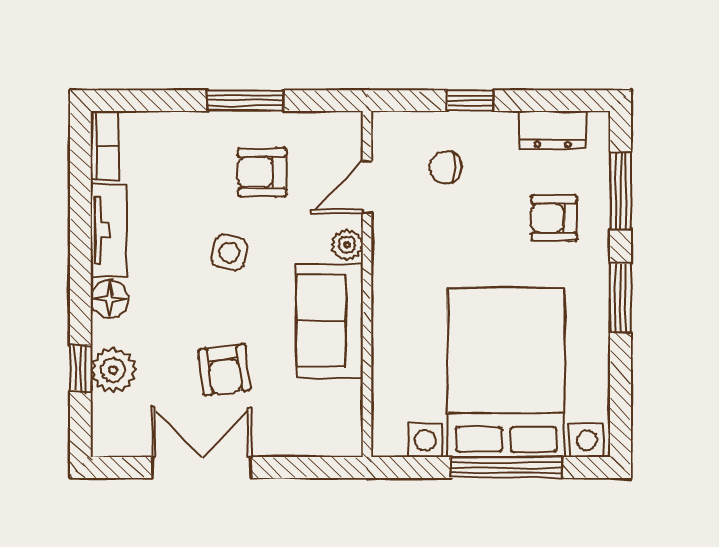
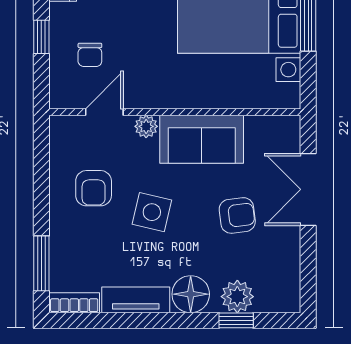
window: (245, 101) -> (41, 263), moved
door: (367, 187) -> (104, 112), swing flipped
side table: (229, 253) -> (152, 212), width x1.37, depth x1.37
floor lamp: (109, 299) -> (191, 294), width x1.38, depth x1.38
double door: (201, 468) -> (308, 189), moved

